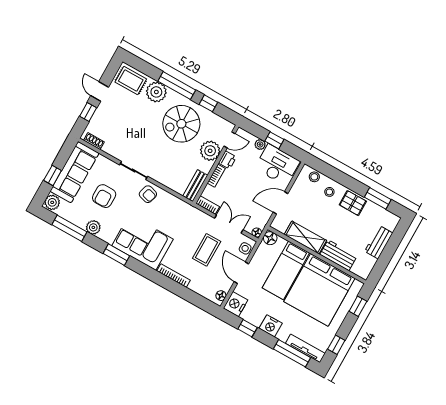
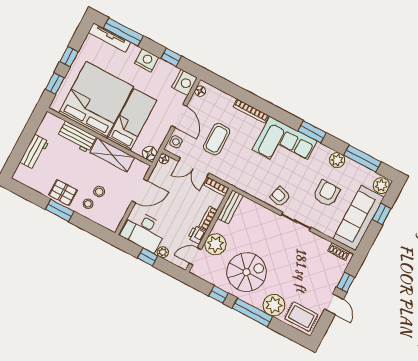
stool: (314, 177) -> (99, 192), moved
window: (378, 198) -> (60, 210), moved
window: (336, 345) -> (69, 57), moved

